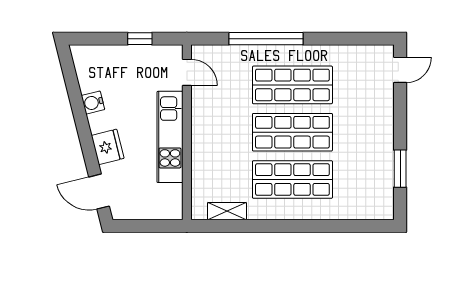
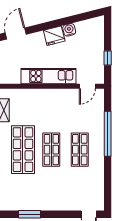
shop shelf: (292, 85) -> (80, 150), width x0.70, depth x0.74
shop shelf: (292, 132) -> (51, 150), width x0.70, depth x0.74
fridge: (108, 147) -> (54, 36), moved

